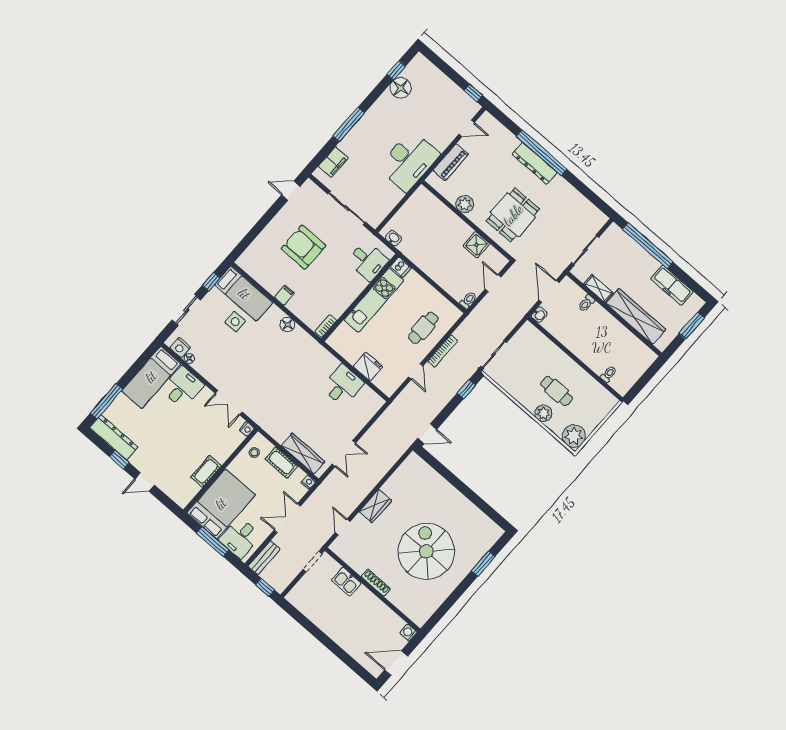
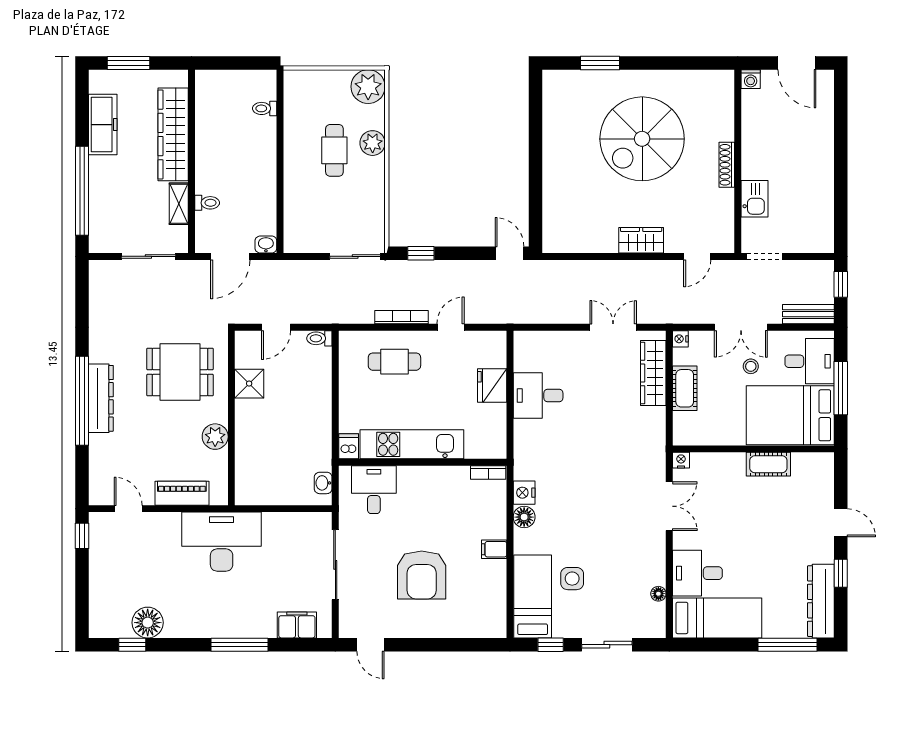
nightstand: (180, 348) -> (524, 493), moved, turned 180
stool: (254, 453) -> (751, 366), moved

